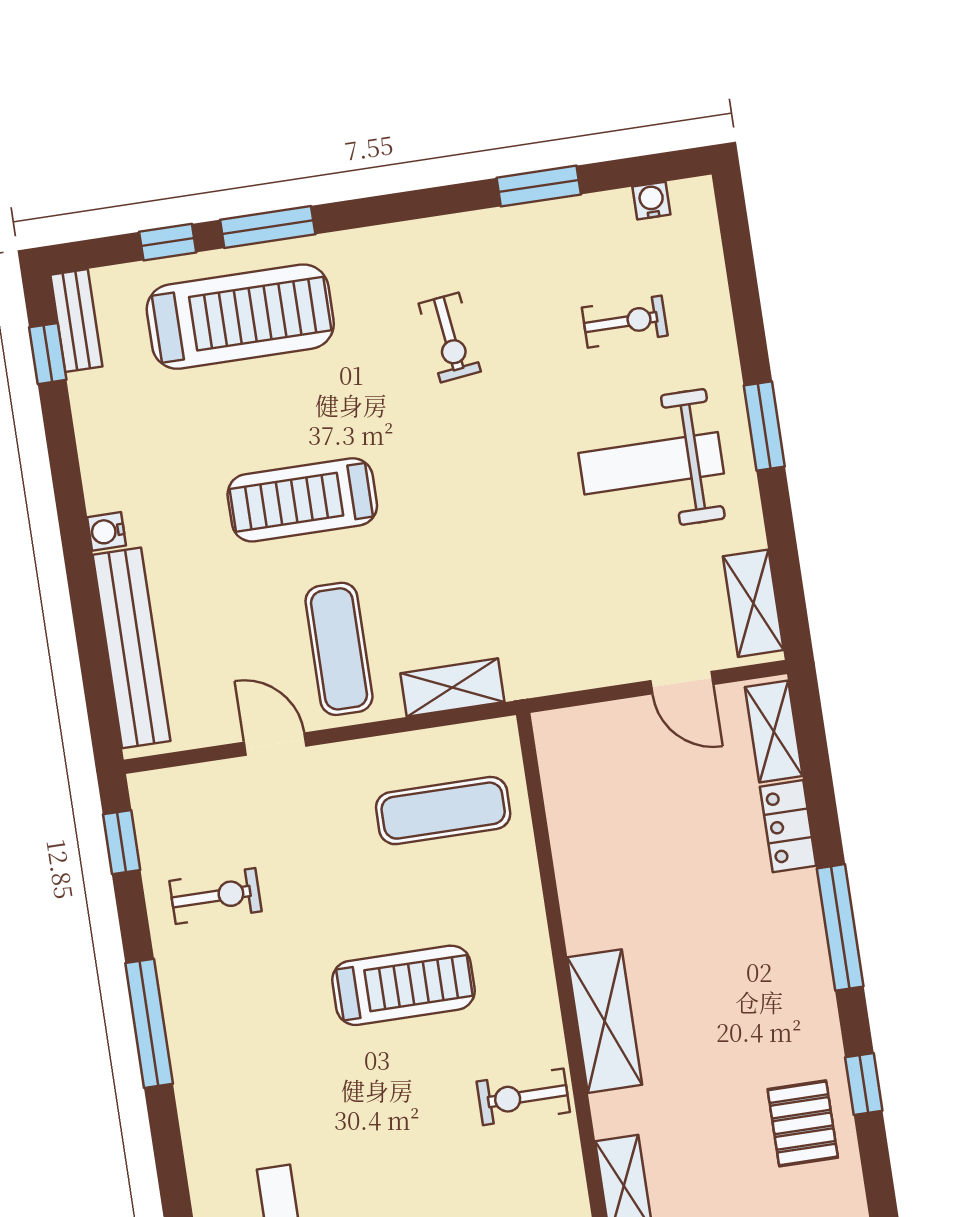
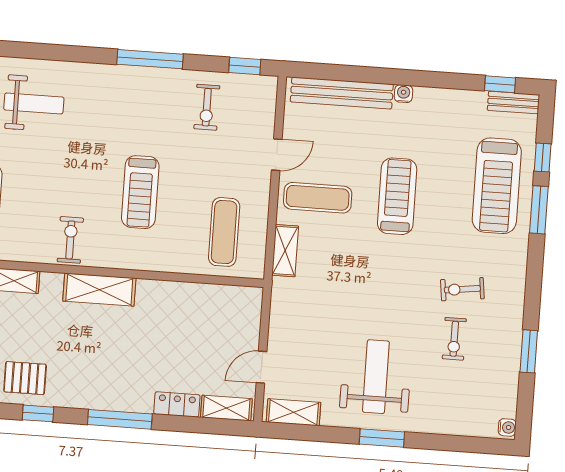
water cooler: (651, 201) -> (507, 427), moved
exercise bike: (625, 322) -> (454, 339), moved

